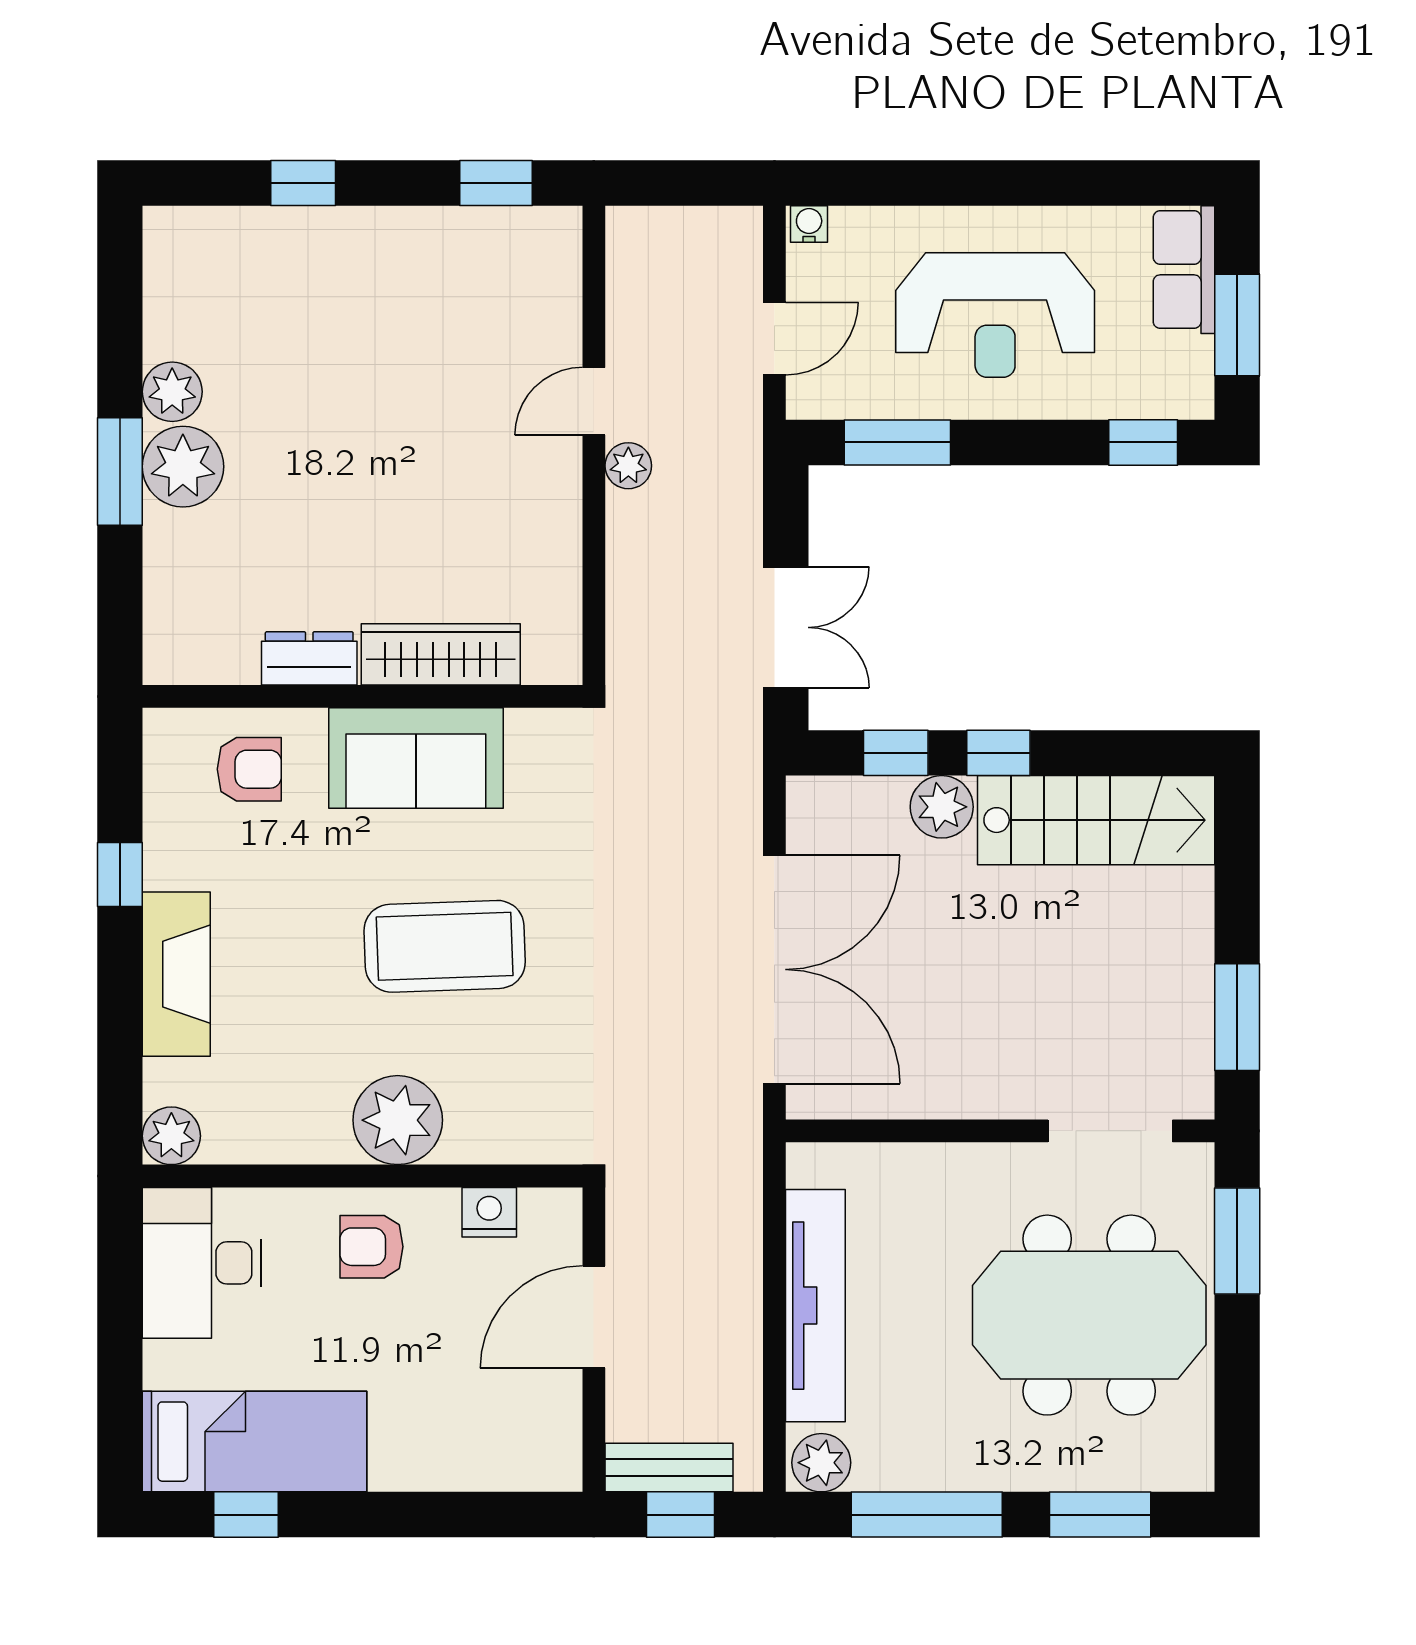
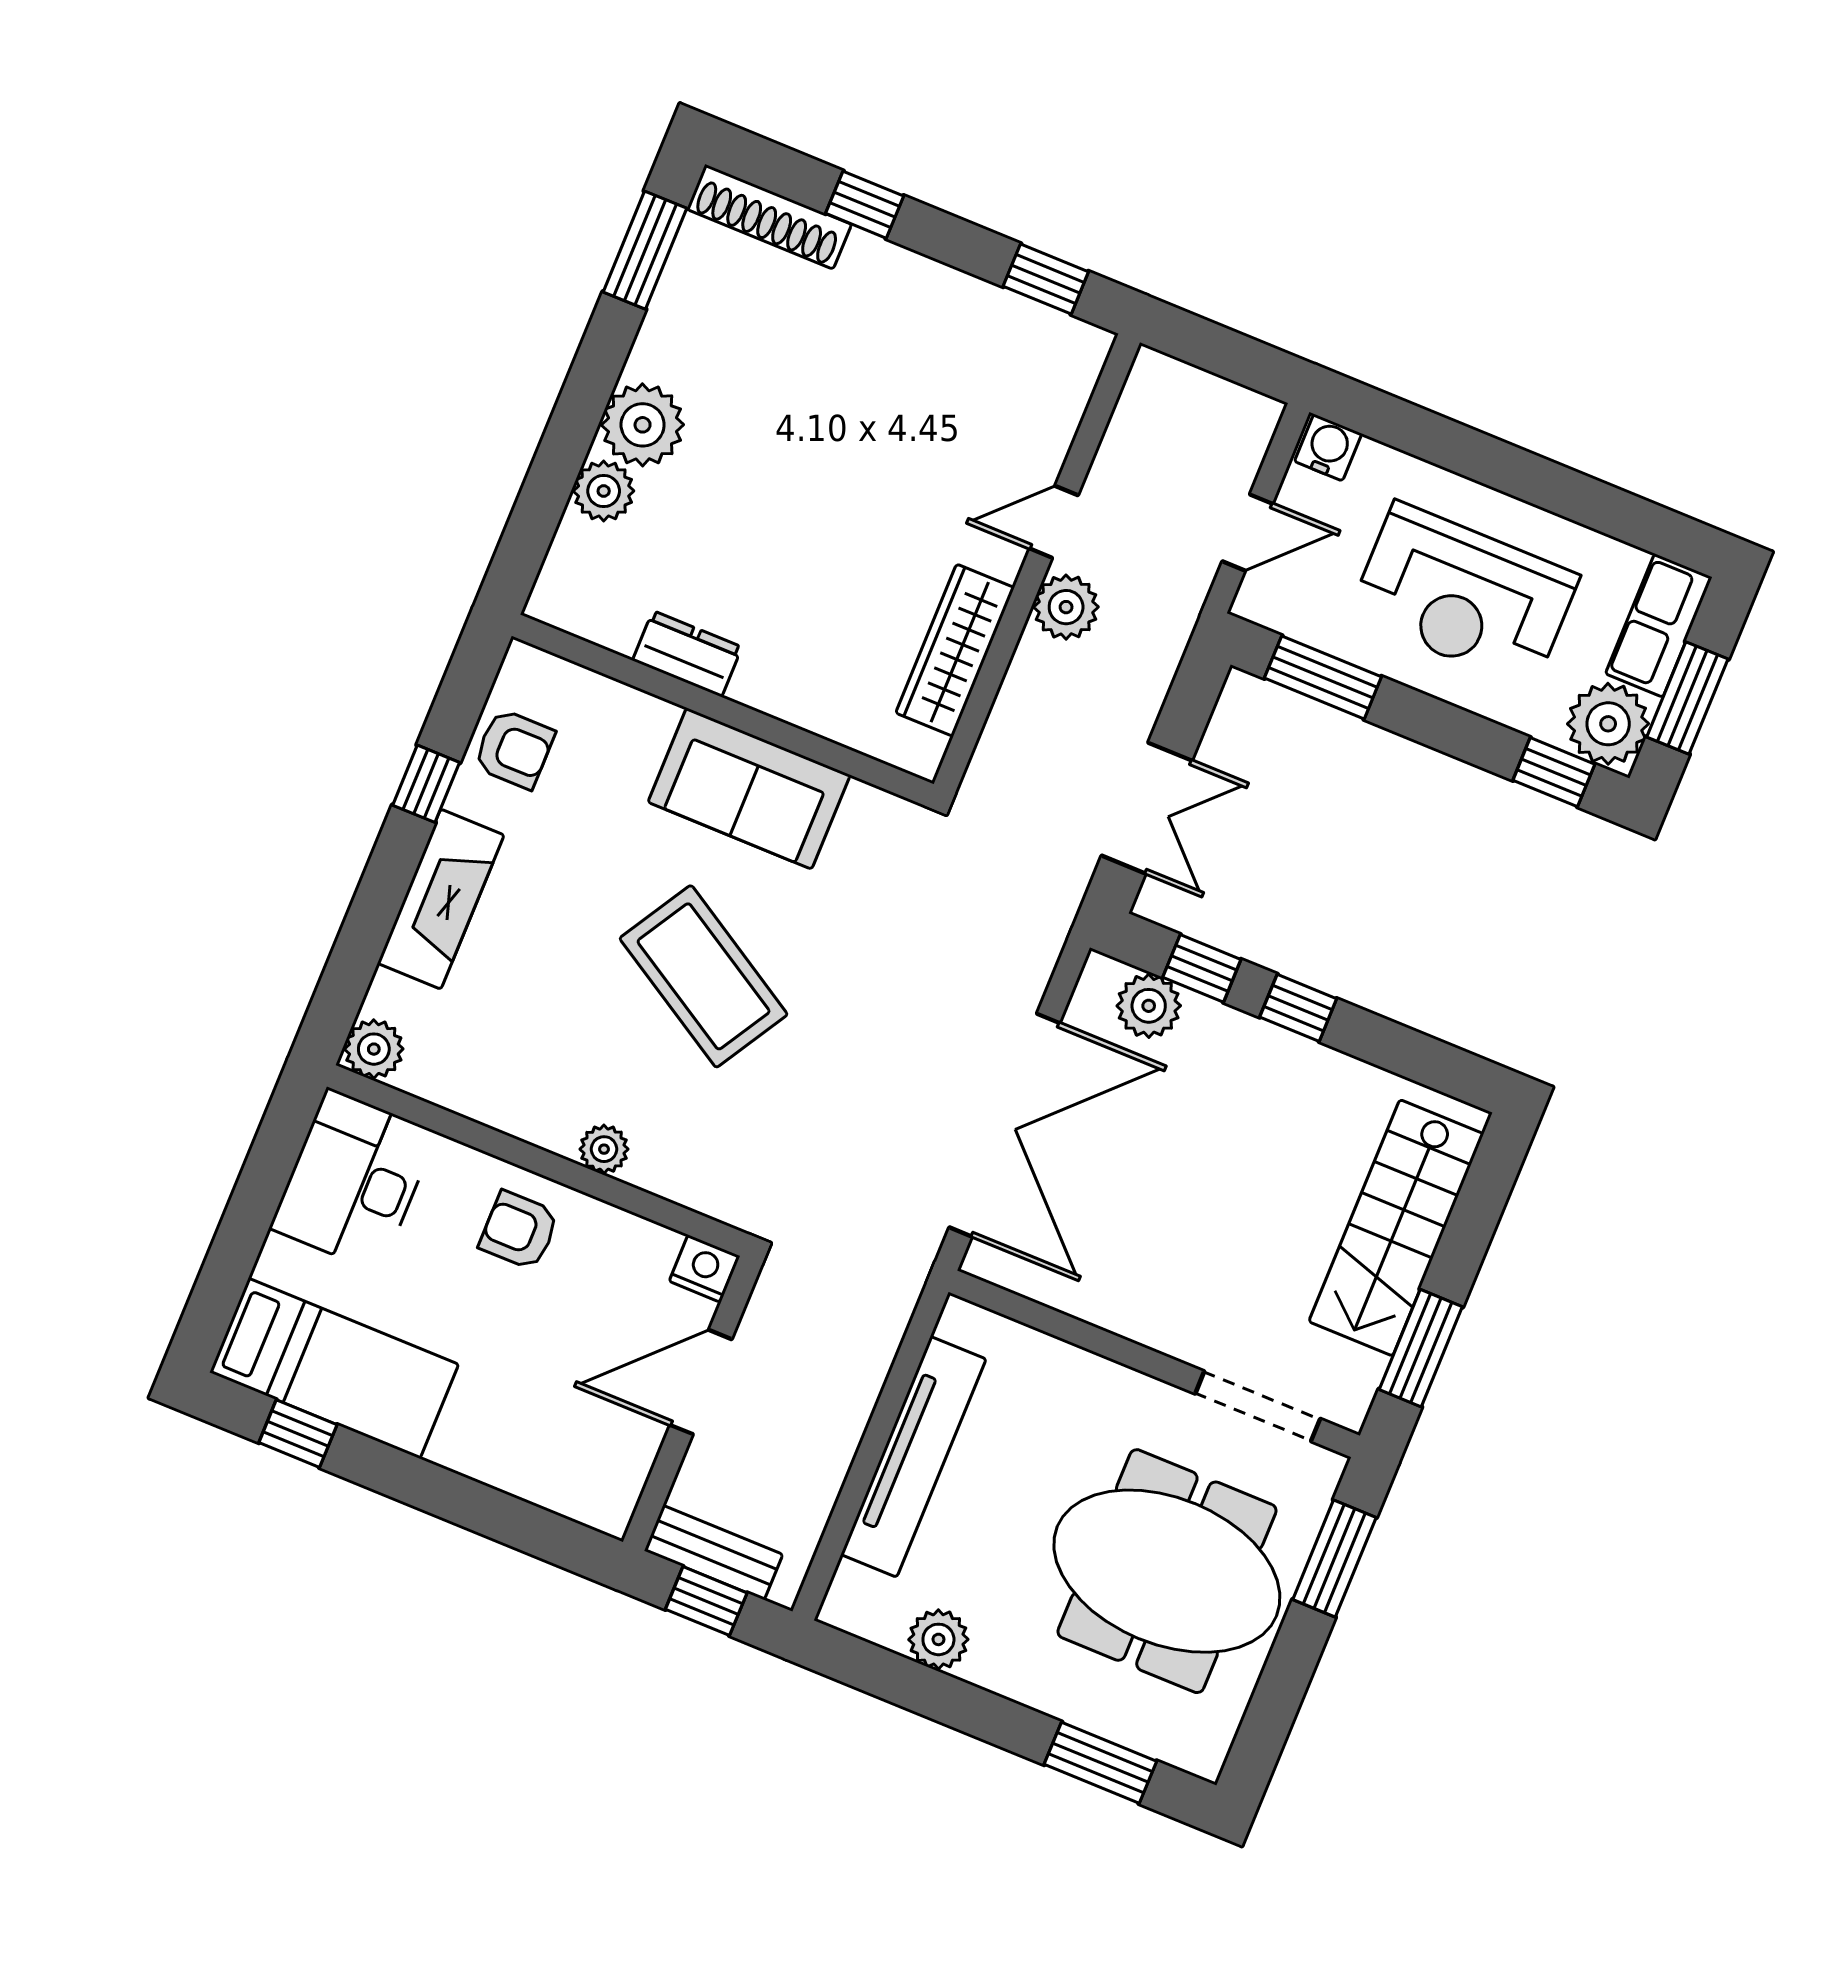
water cooler: (809, 224) -> (1328, 447), width x1.38, depth x1.38
shoe rack: (220, 230) -> (769, 217), added
plant: (1174, 378) -> (1608, 724), added
plant: (172, 392) -> (604, 491), moved
plant: (628, 466) -> (1066, 607), width x1.38, depth x1.38
window: (120, 472) -> (645, 250), moved
wardrobe: (441, 654) -> (955, 650), moved, turned -90
armchair: (249, 769) -> (514, 749), moved
plant: (942, 807) -> (1149, 1006), moved
stairs: (1096, 820) -> (1396, 1228), moved, turned 90
coffee table: (445, 946) -> (704, 976), turned 33
plant: (398, 1120) -> (604, 1149), width x0.53, depth x0.53
nightstand: (489, 1212) -> (704, 1268), moved
plant: (821, 1463) -> (938, 1639), moved
window: (927, 1515) -> (937, 1696), removed

